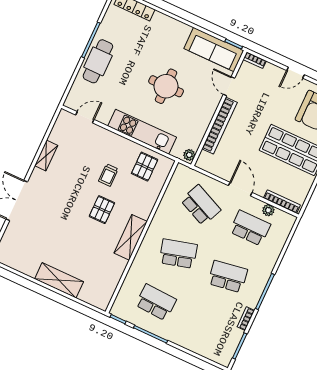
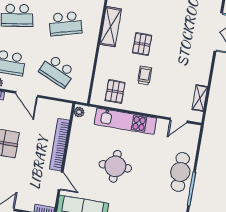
shelving: (46, 155) -> (200, 98), moved

